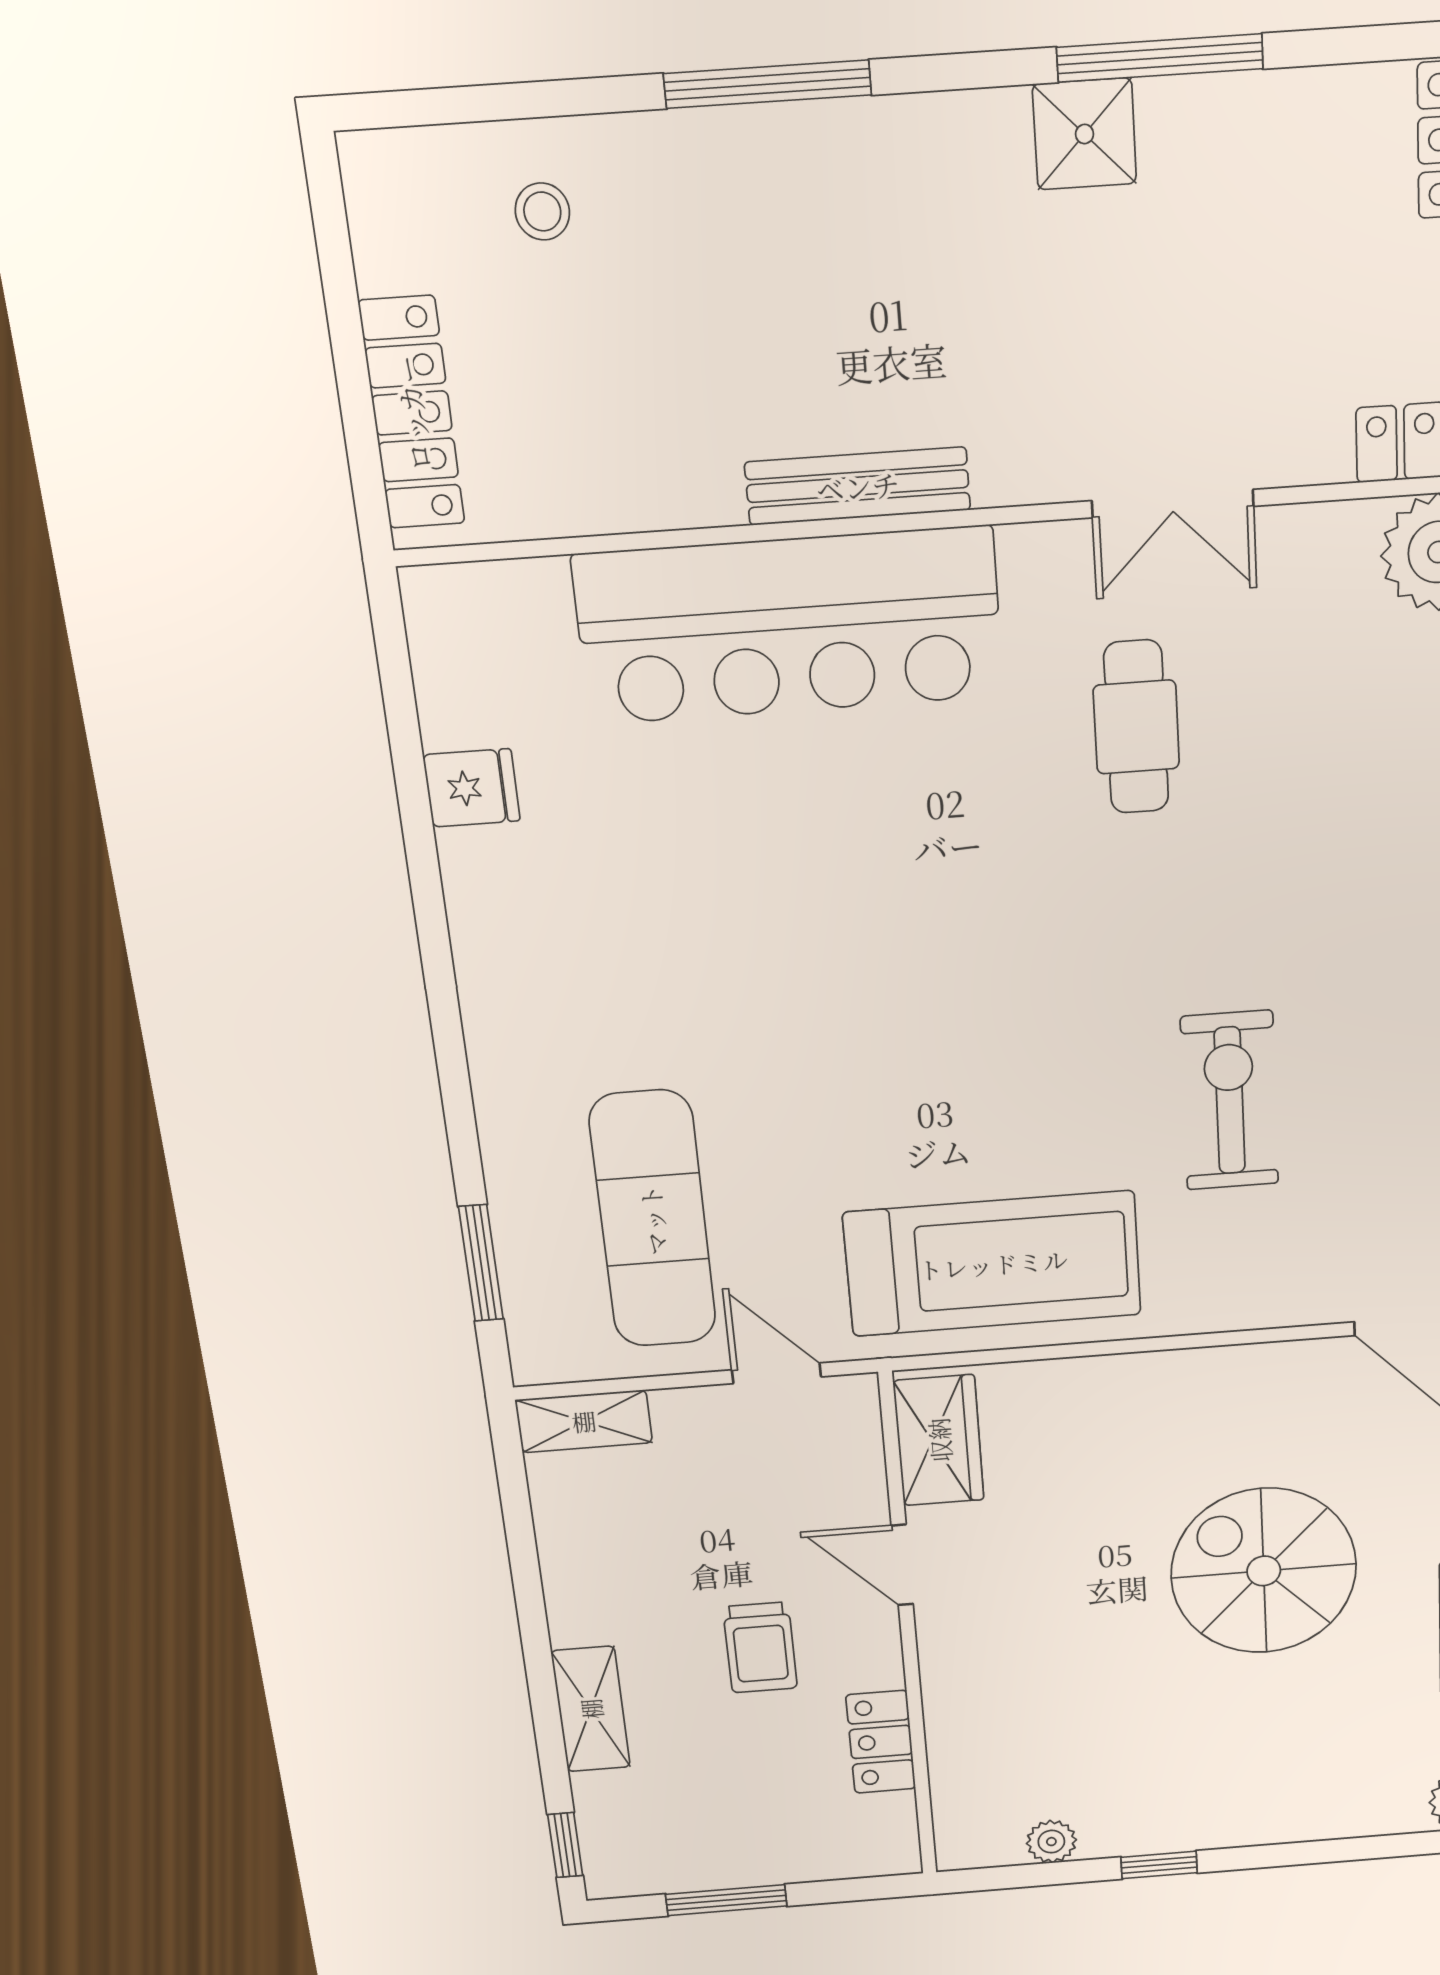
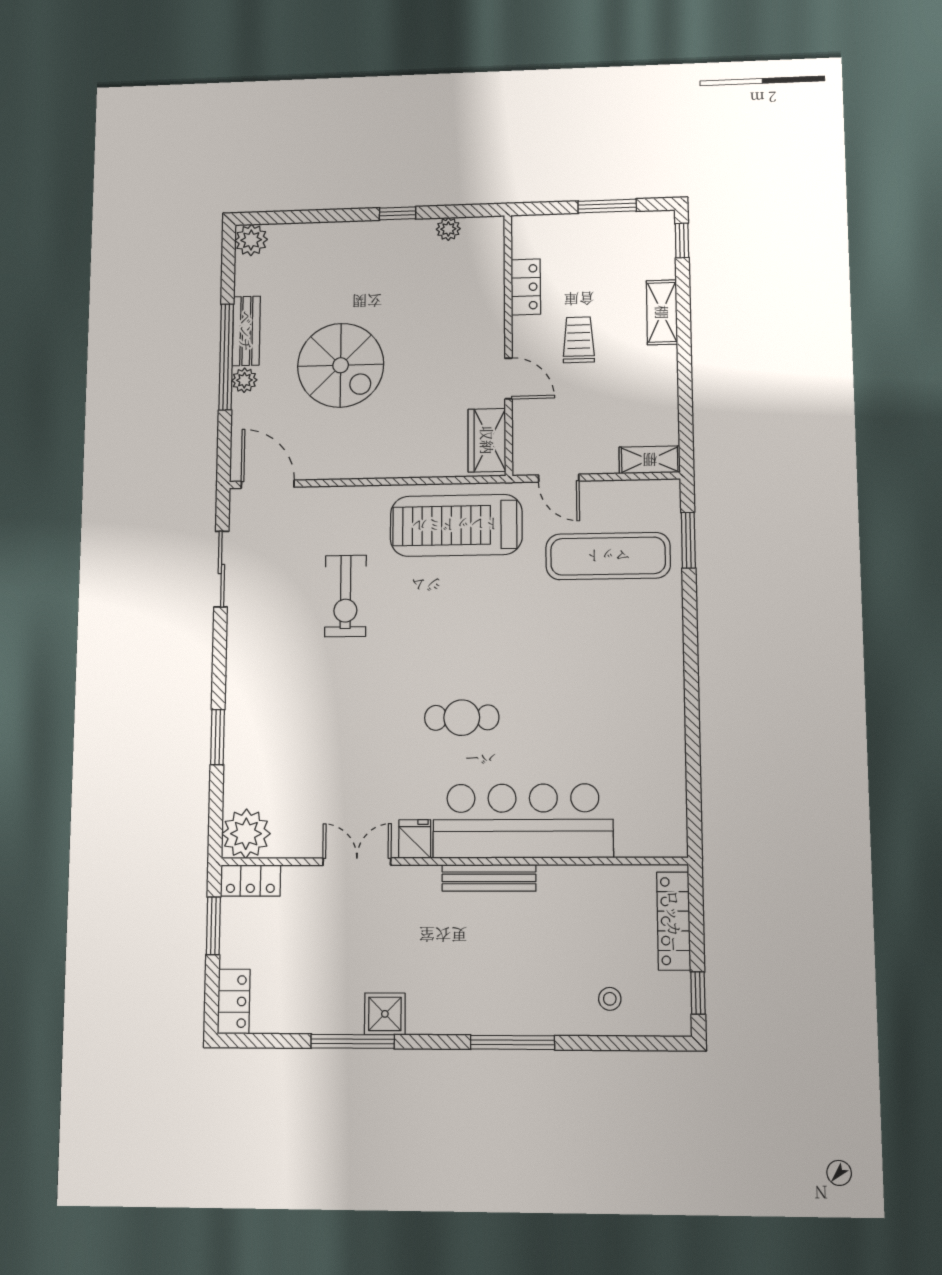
window: (333, 241) -> (698, 993), added
cafe table: (1136, 727) -> (462, 718), moved, turned 90
fridge: (472, 788) -> (415, 839), moved, turned 90
exercise mat: (653, 1220) -> (608, 556), turned 90

